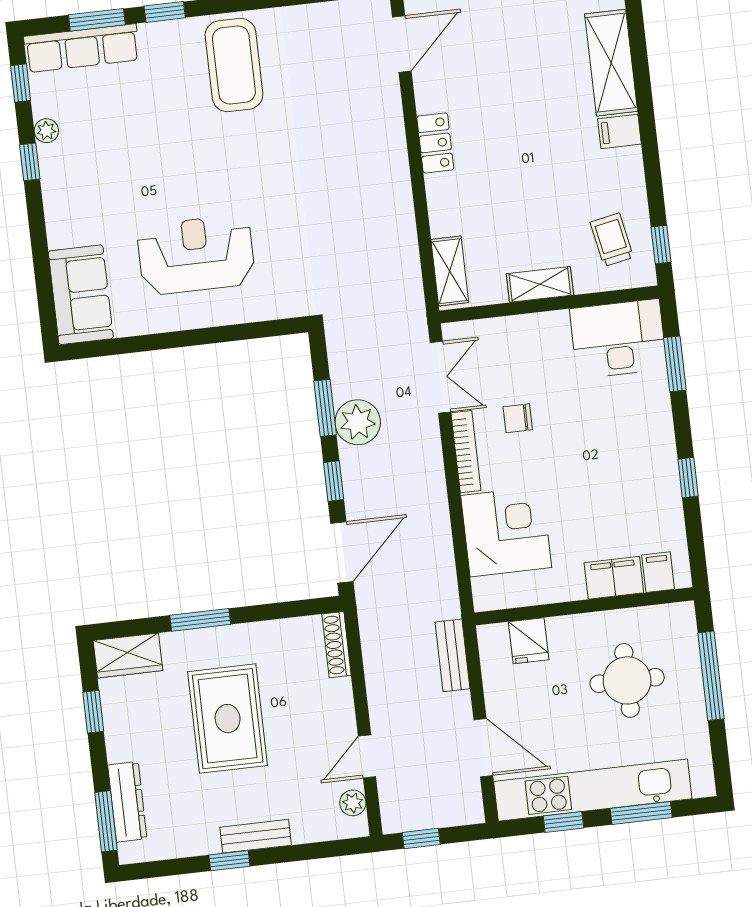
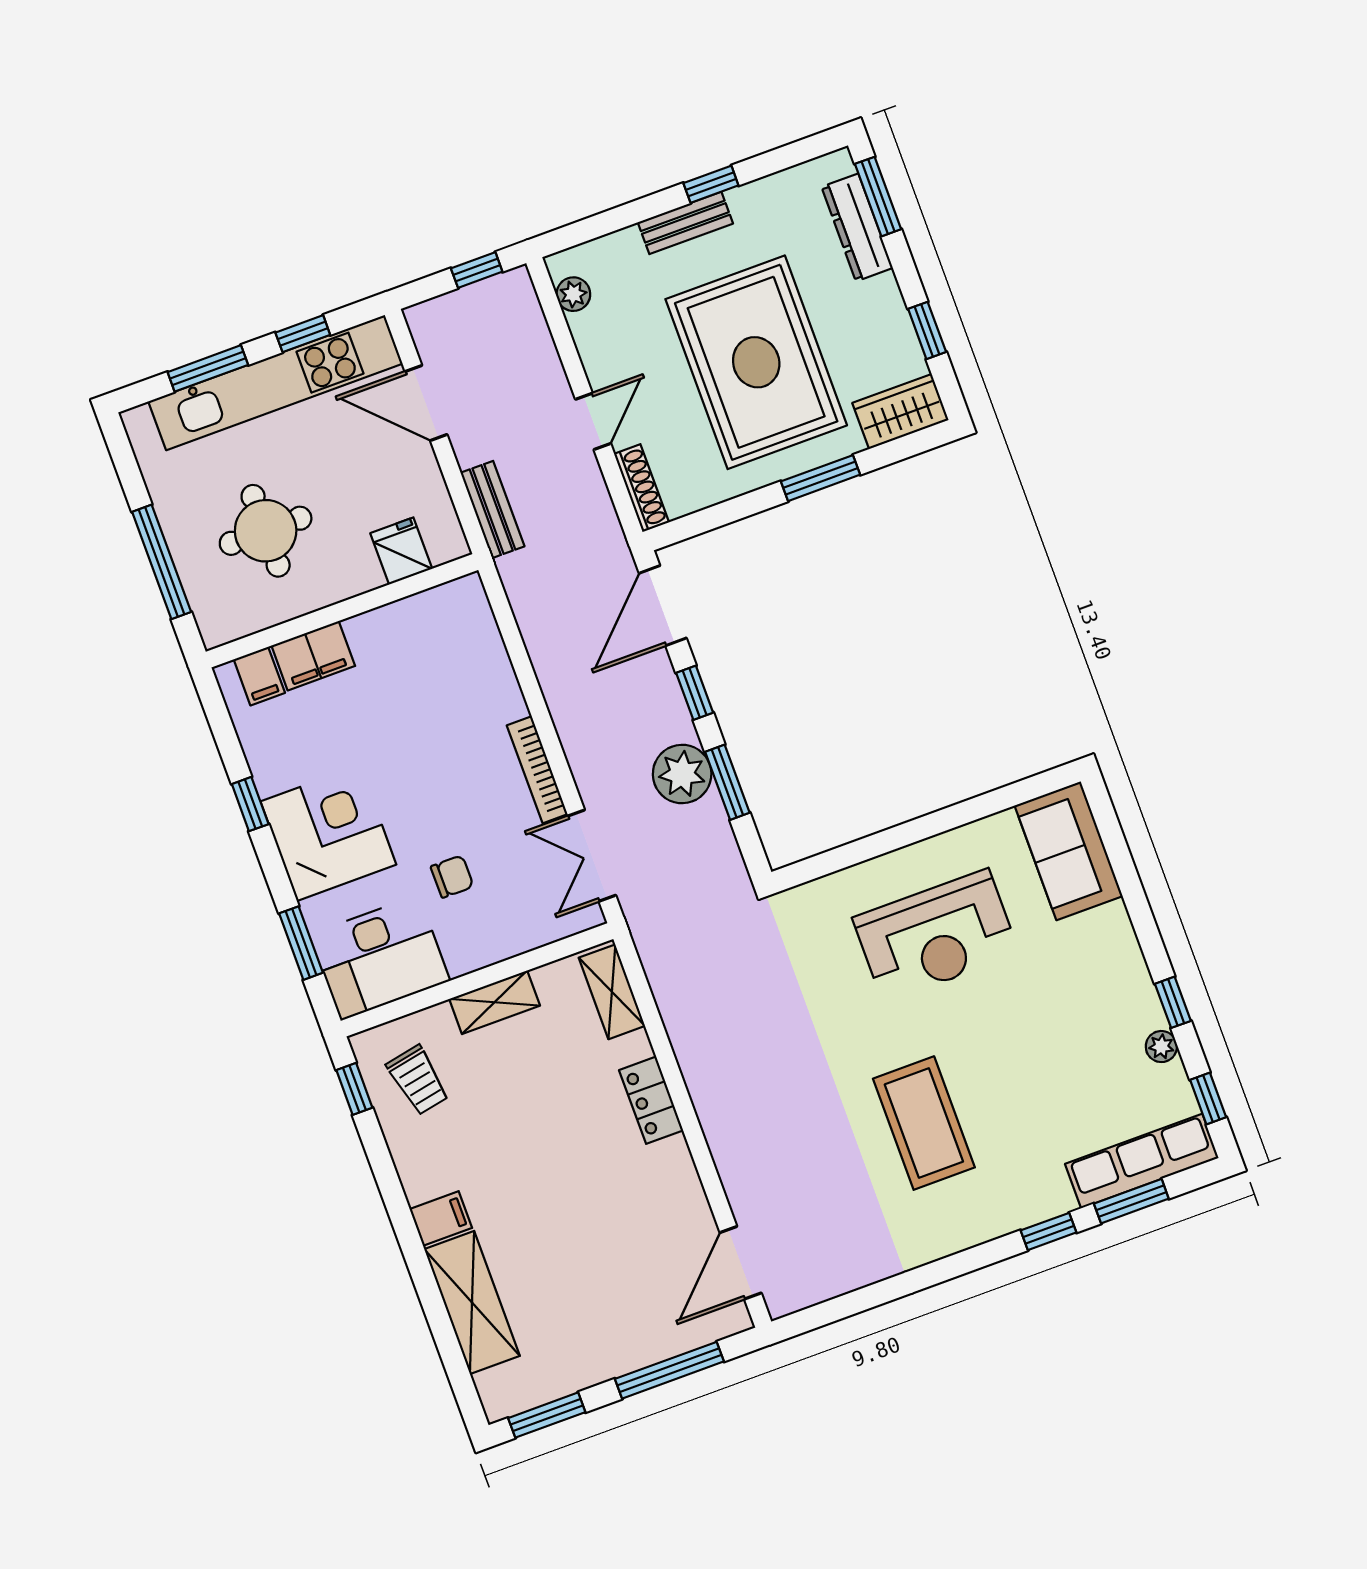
coffee table: (234, 65) -> (924, 1123), moved
locker: (435, 143) -> (651, 1100), moved
chair: (518, 418) -> (452, 877), moved
corner desk: (506, 532) -> (328, 833), moved, turned 180
rug: (228, 719) -> (756, 362), width x1.37, depth x1.44
door: (367, 756) -> (593, 421), moved

